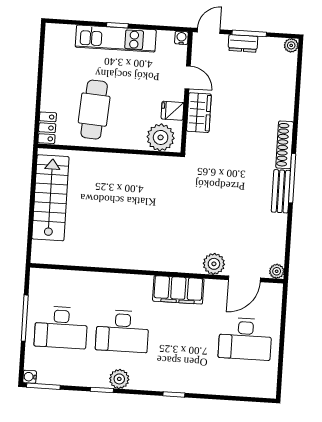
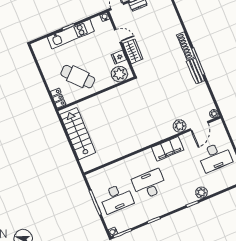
cafe table: (94, 110) -> (78, 77), turned -47
desk: (122, 331) -> (149, 184), turned 180
plant: (119, 379) -> (201, 193), moved

